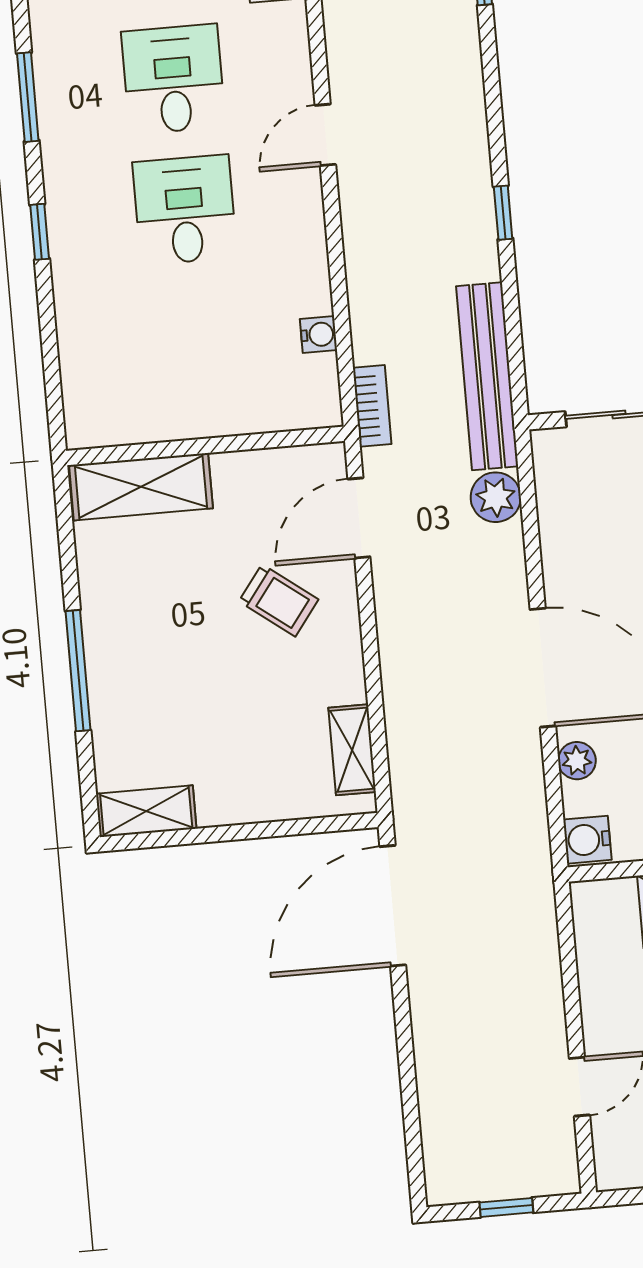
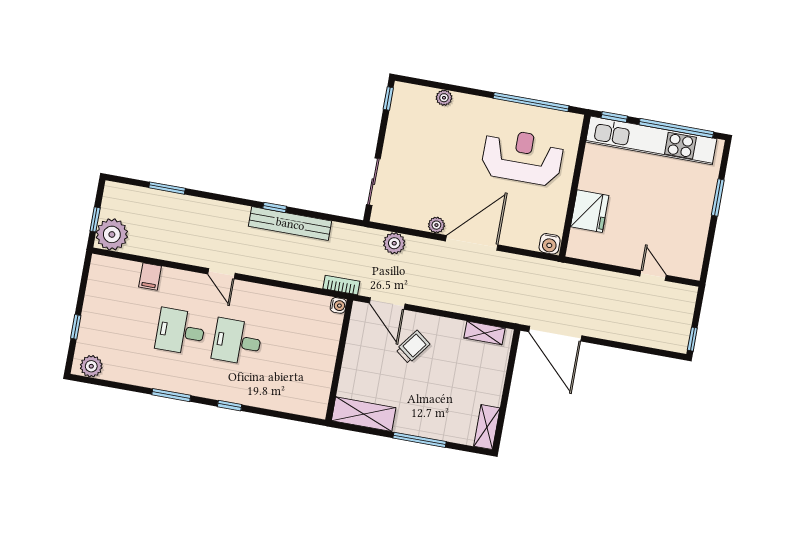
water cooler: (319, 334) -> (338, 305), moved, turned 90
bench: (487, 376) -> (290, 224), moved
shelving: (141, 487) -> (364, 414), moved, turned 90
plant: (577, 761) -> (436, 225), moved
window: (506, 1207) -> (692, 339), moved

